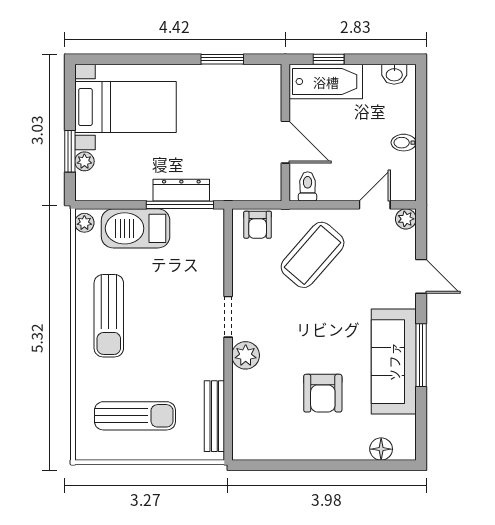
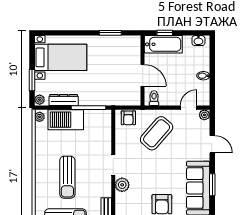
plant: (84, 161) -> (40, 100), moved
dresser: (181, 190) -> (64, 100), moved
sun lounger: (109, 316) -> (67, 177), moved
window: (421, 355) -> (212, 185), width x0.69

